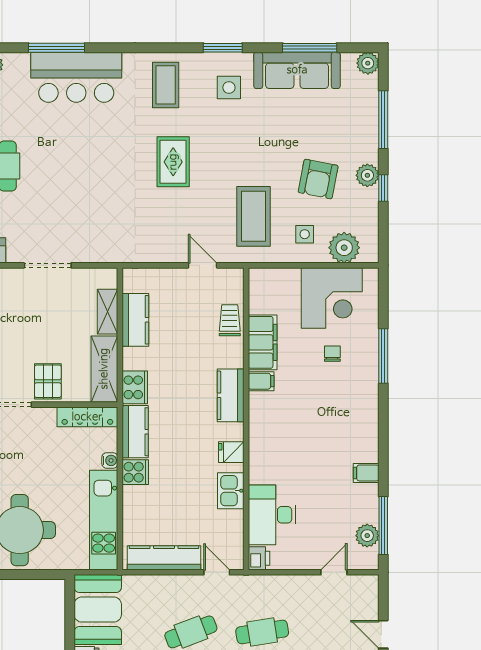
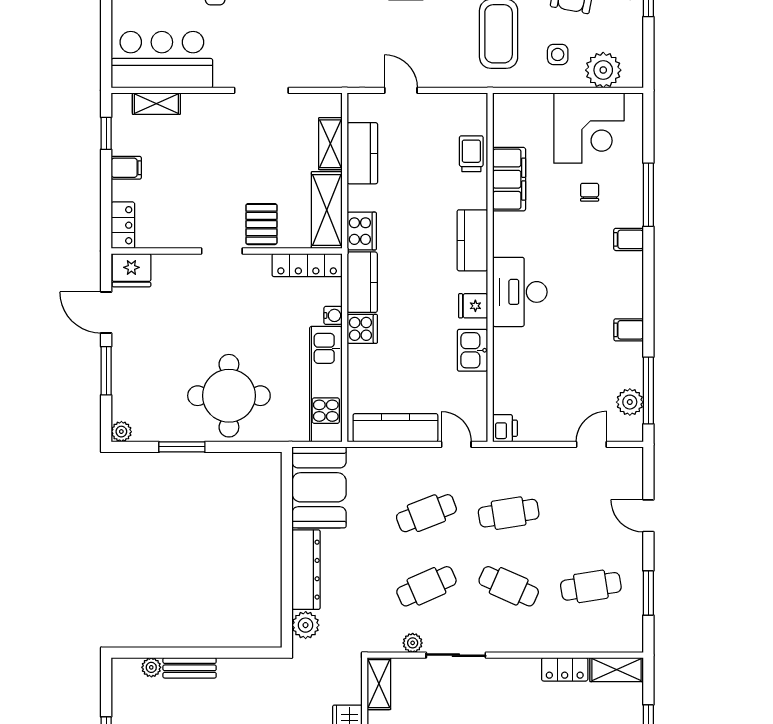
door: (203, 265) -> (401, 90), moved
filing cabinet: (261, 381) -> (629, 239), moved, turned 180
desk: (272, 515) -> (520, 292), moved

